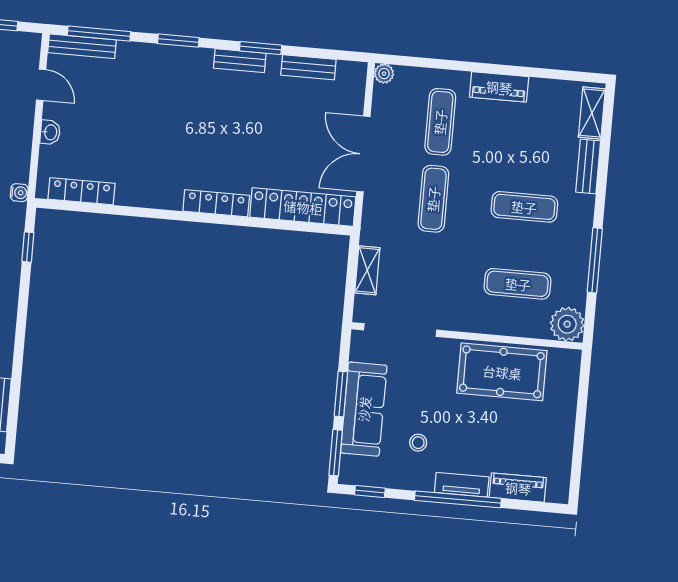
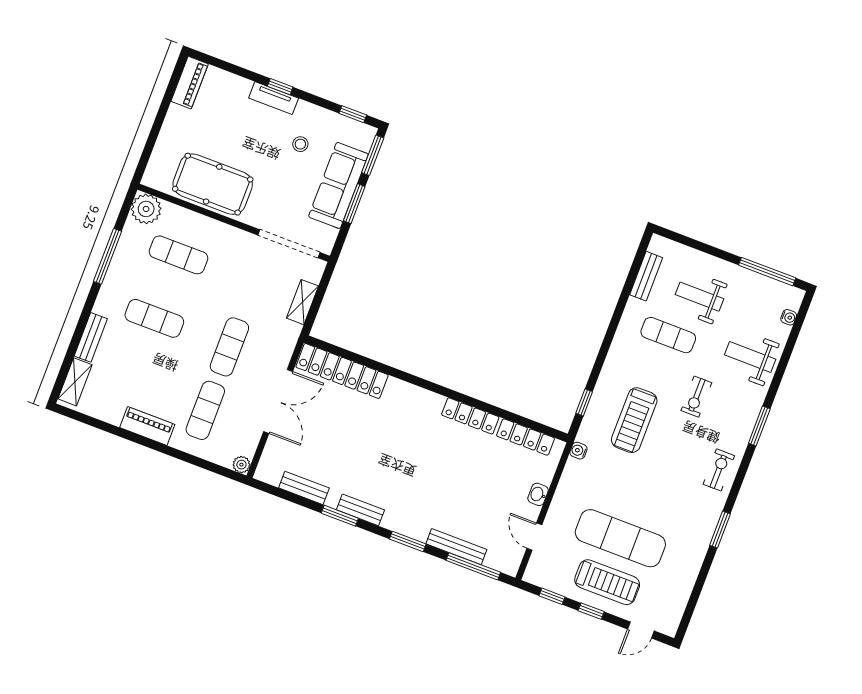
bench: (82, 46) -> (456, 547), moved
locker: (216, 203) -> (470, 416), moved
piano: (518, 488) -> (190, 83), moved, turned -90
window: (458, 499) -> (280, 87), width x0.32

